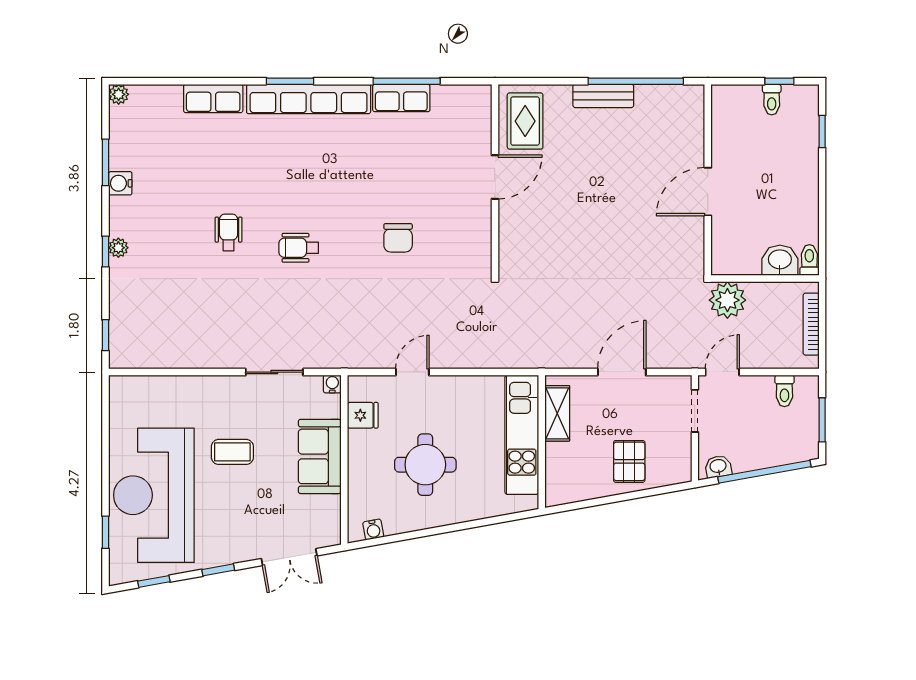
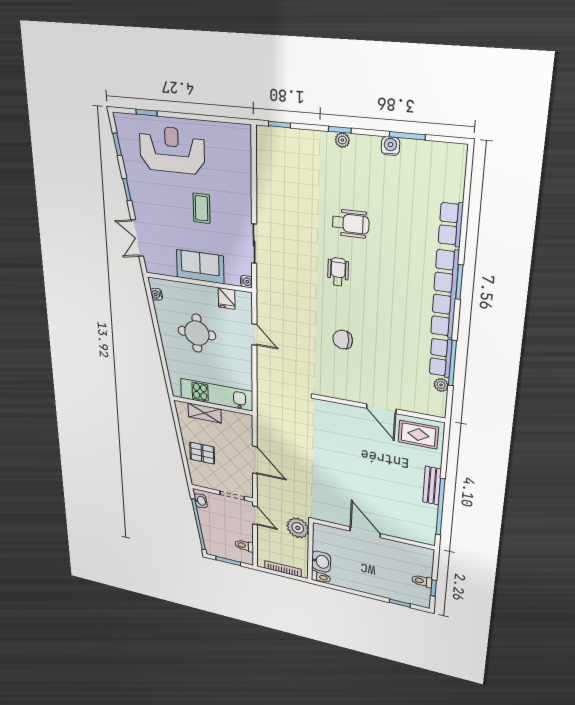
plant: (119, 94) -> (441, 385), moved
wheelchair: (229, 232) -> (351, 224), width x1.36, depth x1.37
shelving: (557, 413) -> (205, 413), moved
reception desk: (154, 495) -> (172, 150), width x0.74, depth x0.77

